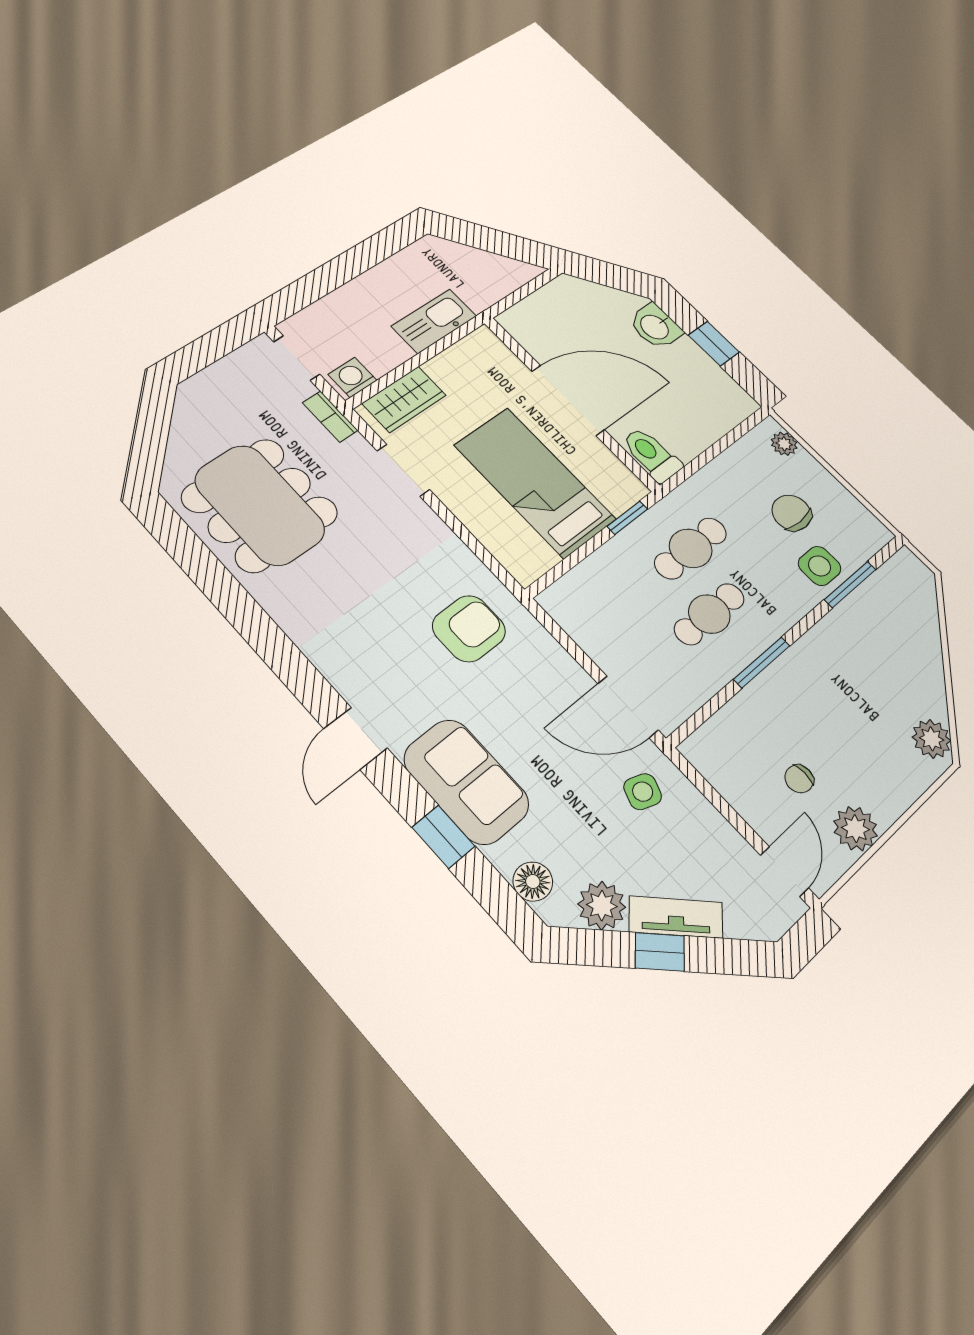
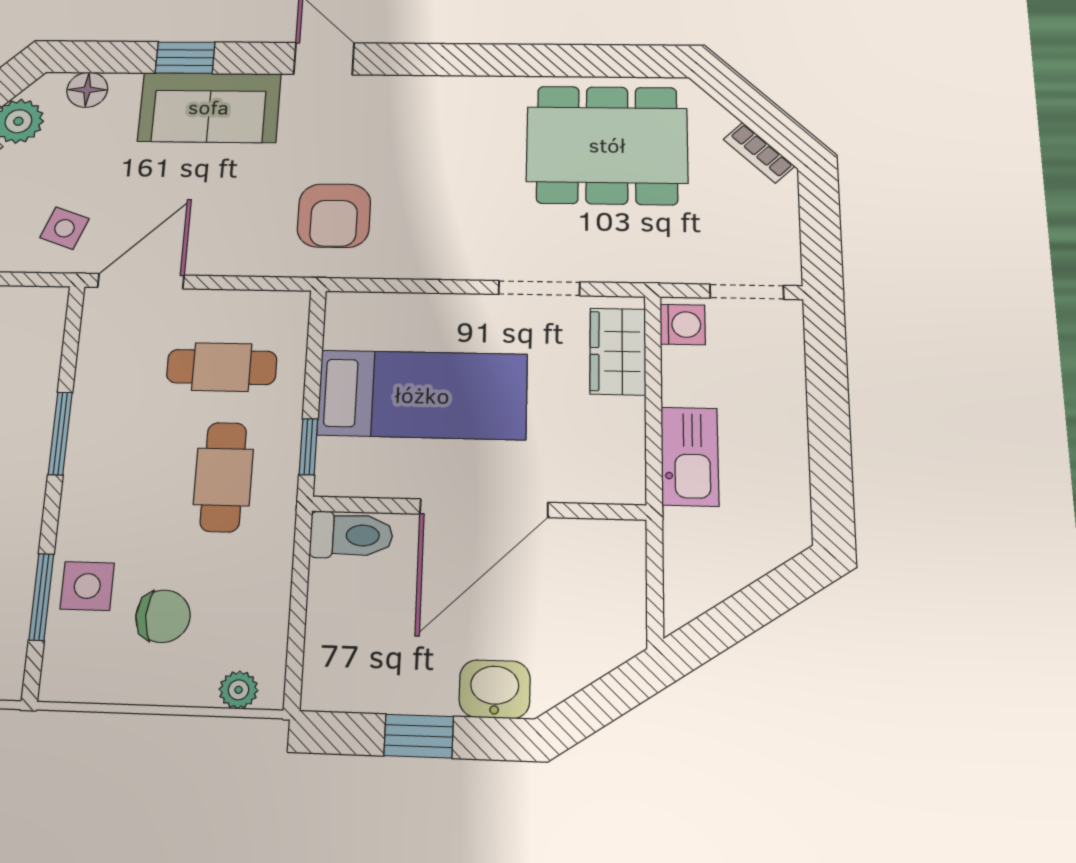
bookcase: (330, 417) -> (759, 153), moved, turned -135
cafe table: (709, 614) -> (222, 367), moved, turned 90

